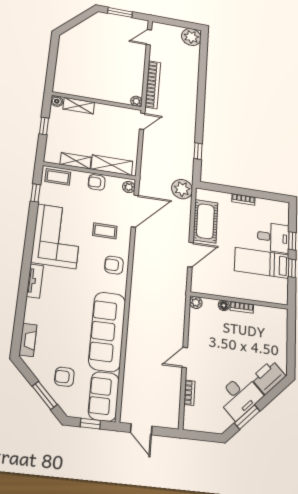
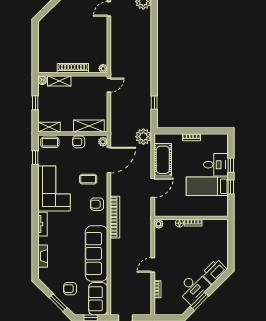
bookcase: (153, 85) -> (115, 217), moved
shoe rack: (98, 94) -> (73, 68), added
shelving: (76, 161) -> (49, 127), moved
fireplace: (28, 340) -> (43, 256), moved

